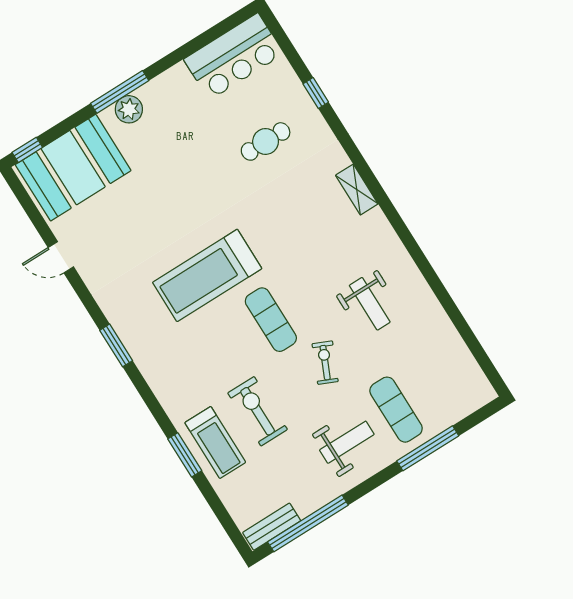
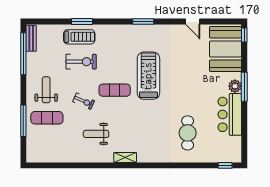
bar counter: (234, 56) -> (230, 114), moved
window: (316, 93) -> (225, 165), moved
cafe table: (266, 141) -> (188, 133), width x1.37, depth x1.35
shelving: (357, 190) -> (125, 157), moved
door: (61, 257) -> (193, 21), swing flipped
treadmill: (215, 442) -> (79, 37), turned 180
weight bench: (347, 442) -> (46, 90), turned 180

